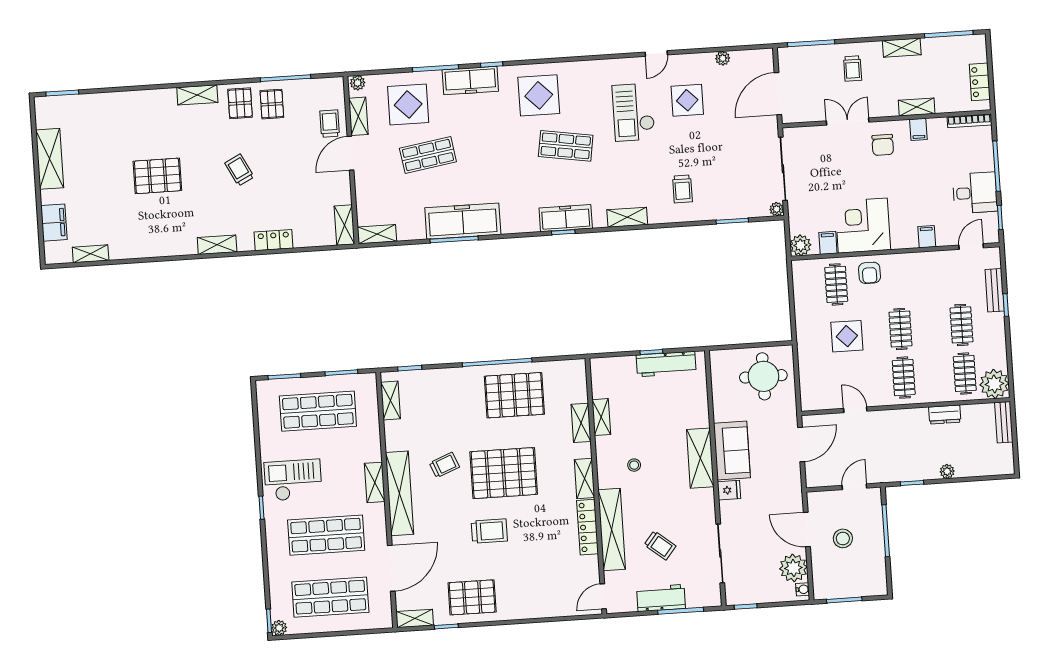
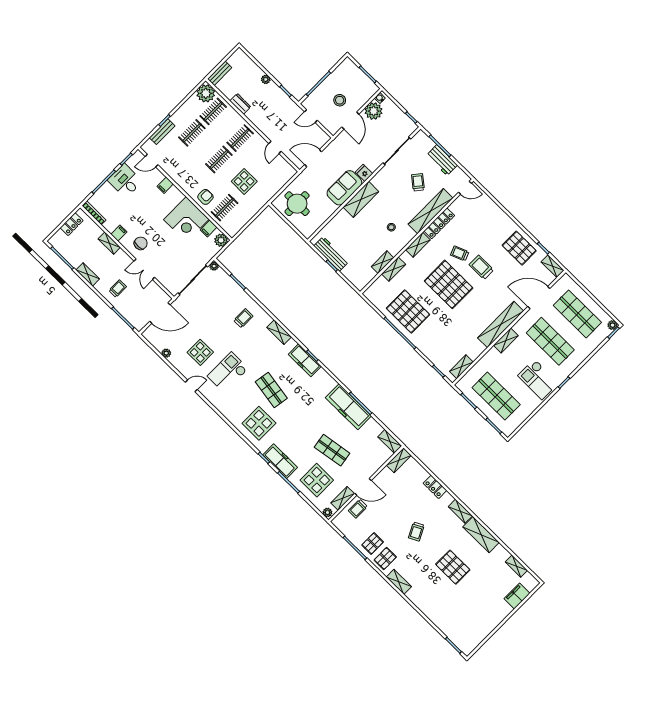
checkout: (634, 112) -> (228, 372), turned 180
shelving: (50, 159) -> (481, 535), moved, turned 90
trolley: (444, 465) -> (460, 253), moved

